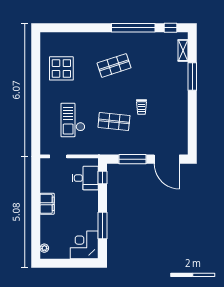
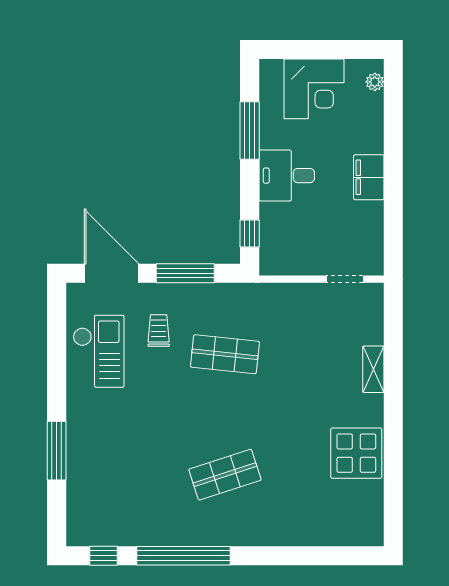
shelving: (183, 50) -> (373, 369), moved
display table: (61, 68) -> (356, 453), moved
trolley: (141, 107) -> (159, 331), moved
checkout: (73, 120) -> (99, 351), moved
desk: (85, 178) -> (287, 176), moved
corner desk: (84, 245) -> (314, 89), moved

